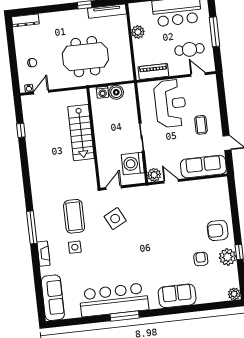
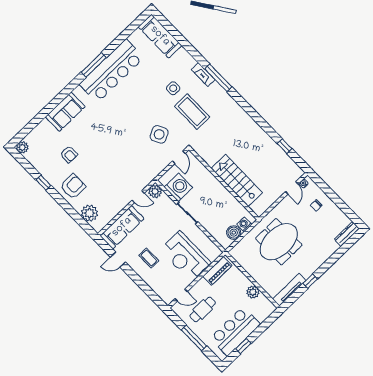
fireplace: (44, 254) -> (203, 75), moved
plant: (228, 257) -> (89, 213), moved

